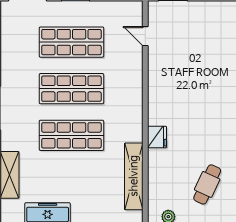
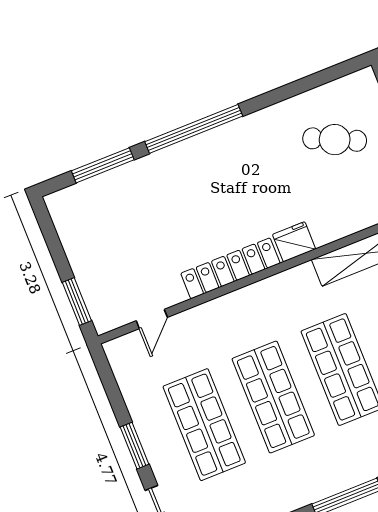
locker: (156, 94) -> (230, 268), added

